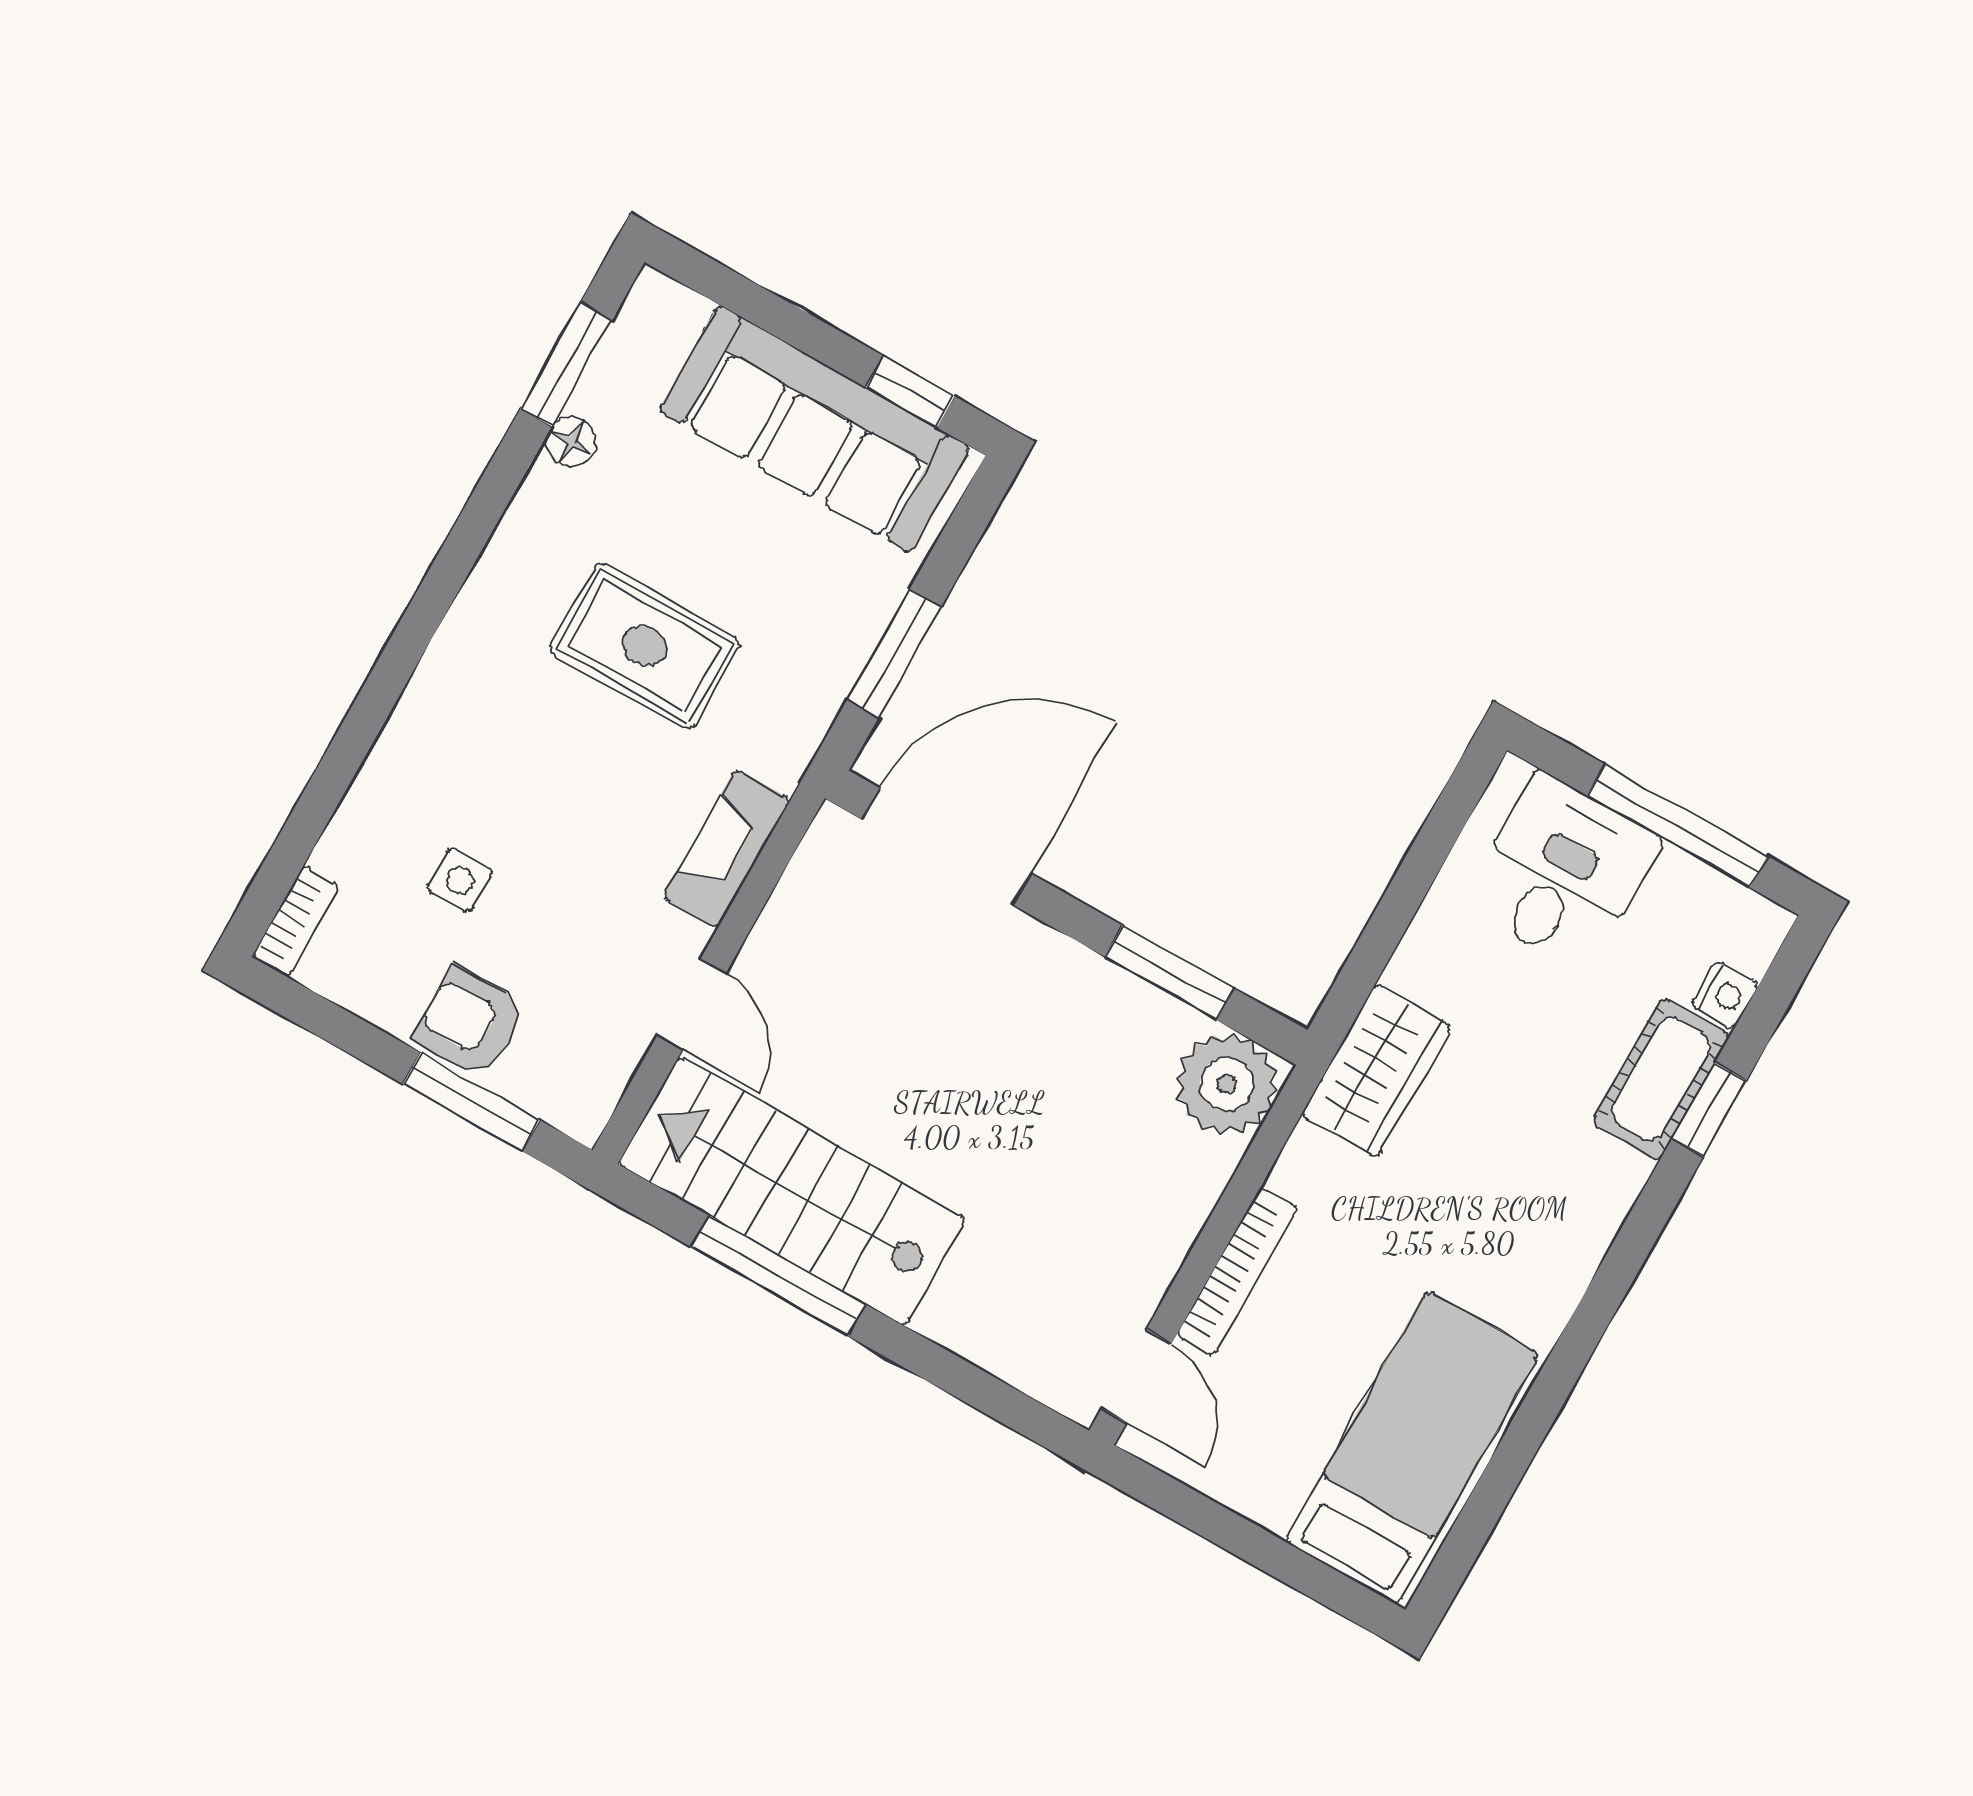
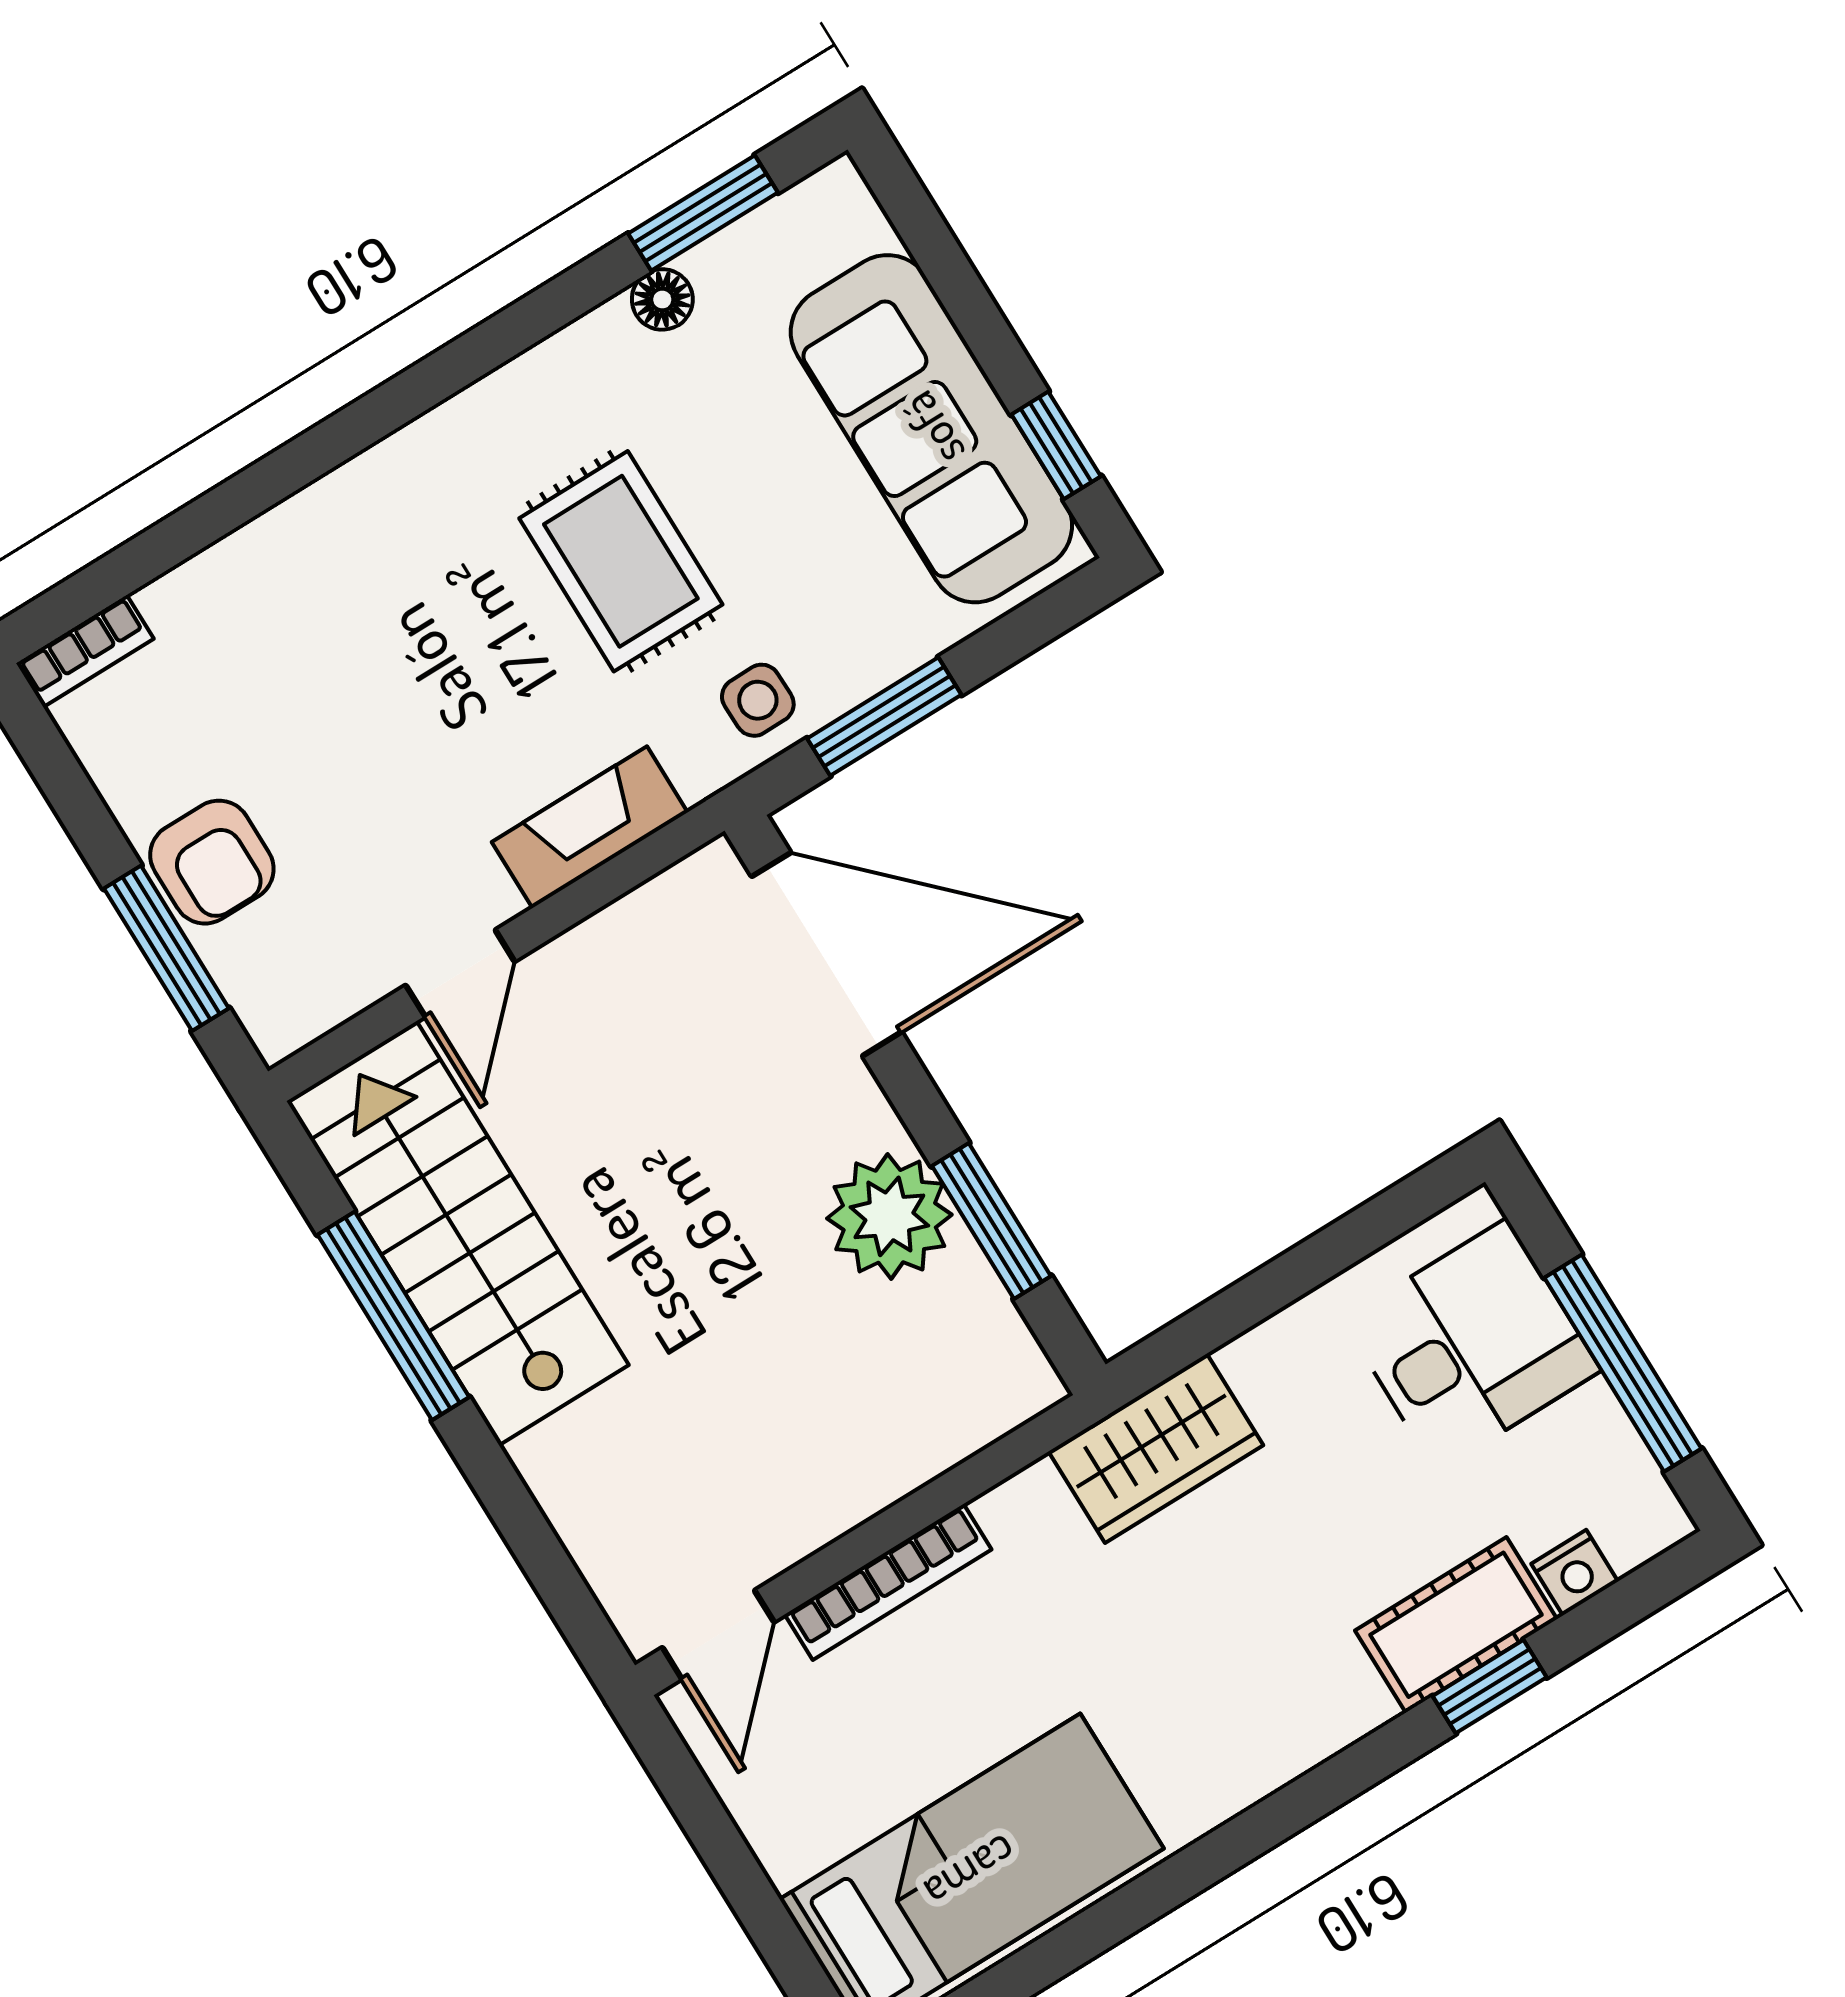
side table: (460, 880) -> (758, 700), moved
armchair: (470, 1022) -> (212, 862), turned 180
plant: (1227, 1084) -> (889, 1216), moved

